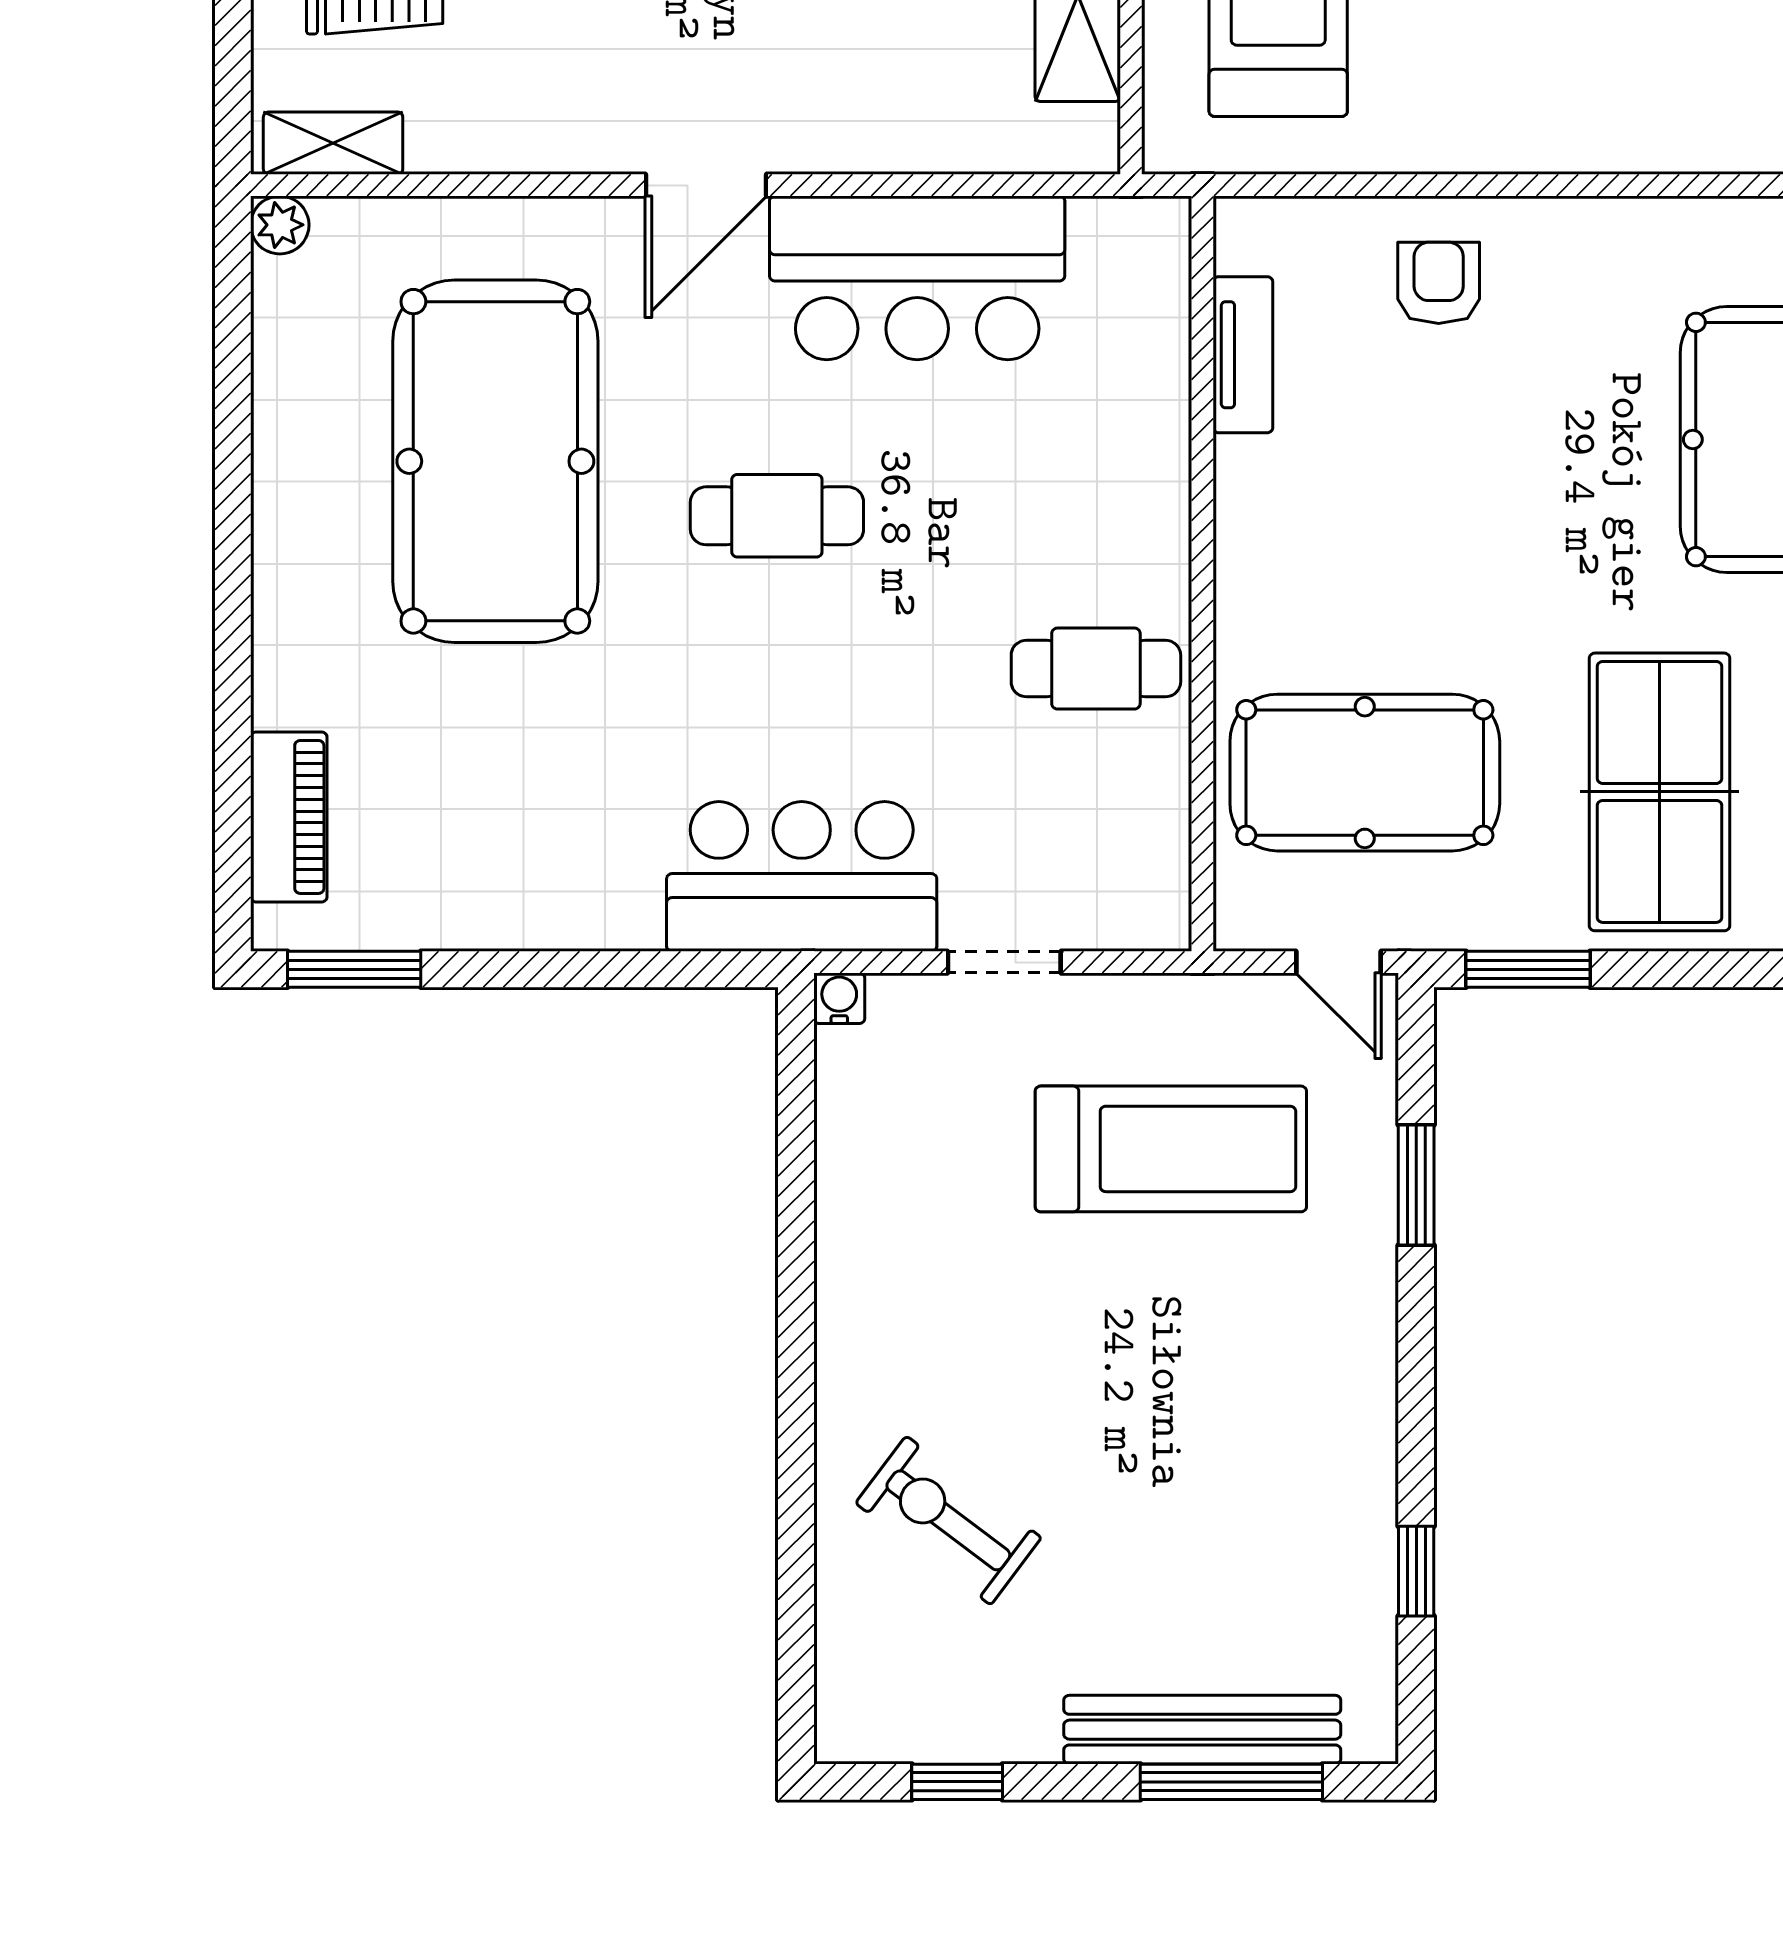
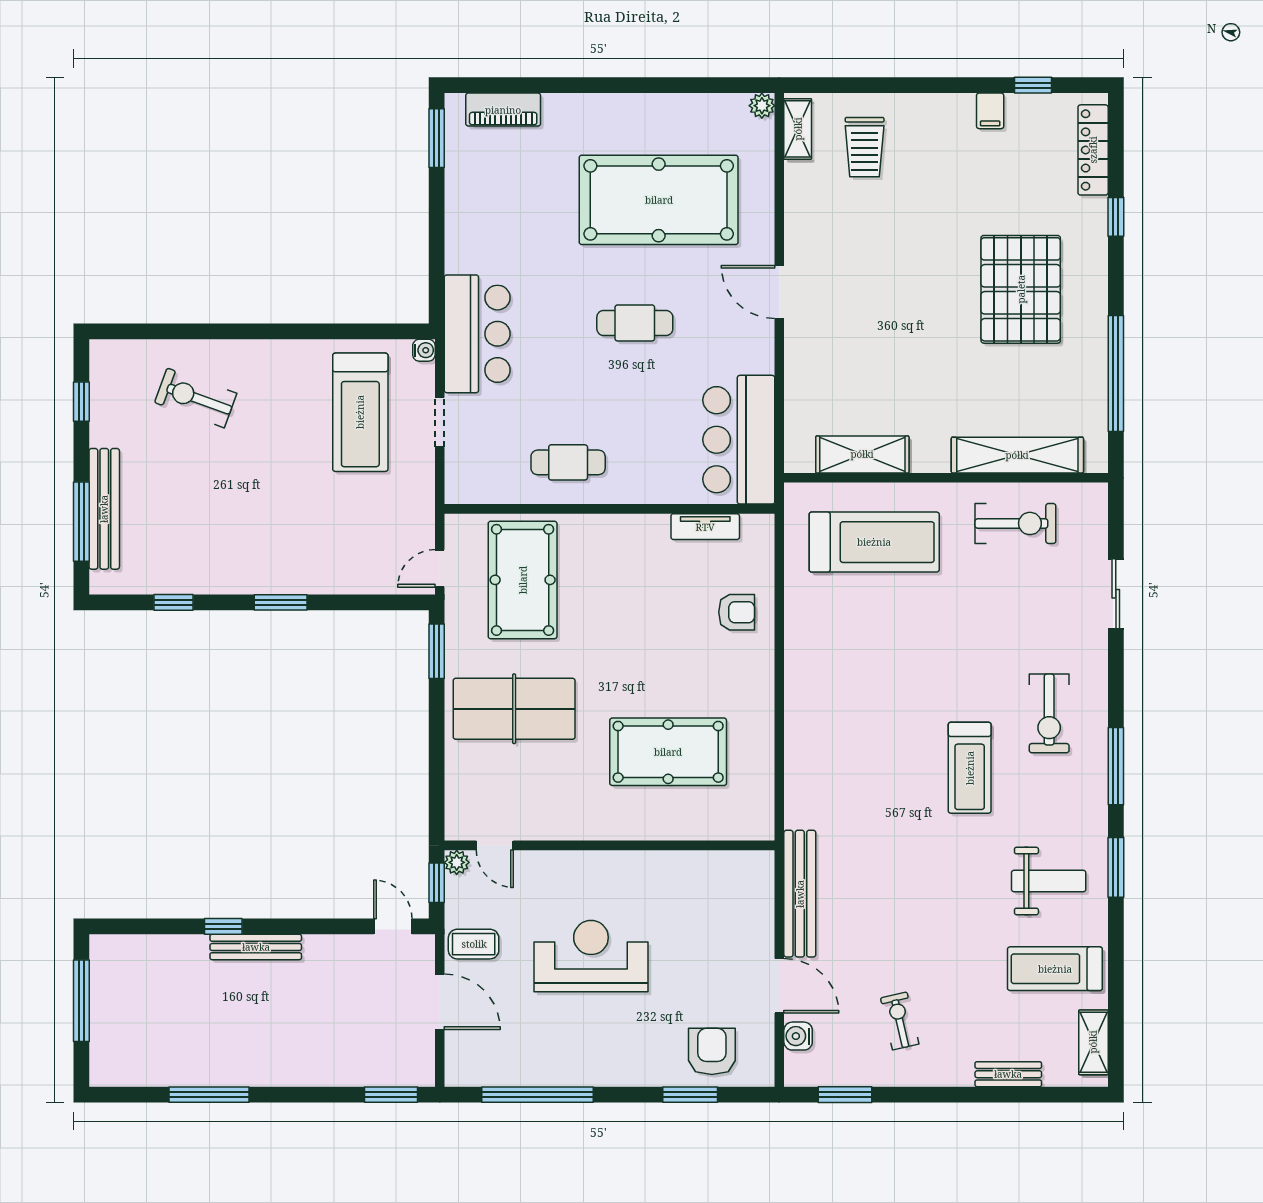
bar counter: (917, 278) -> (739, 440), moved
cafe table: (777, 516) -> (635, 323), turned 90
cafe table: (1096, 669) -> (568, 462), turned 90
treadmill: (1171, 1149) -> (360, 412), moved
window: (1416, 1185) -> (281, 602), moved
exercise bike: (948, 1520) -> (196, 398), turned -107

